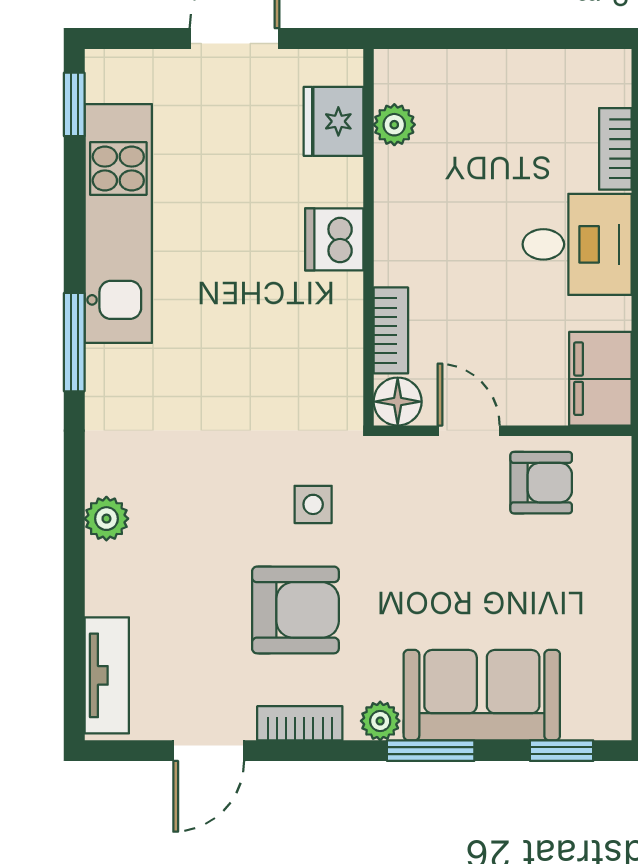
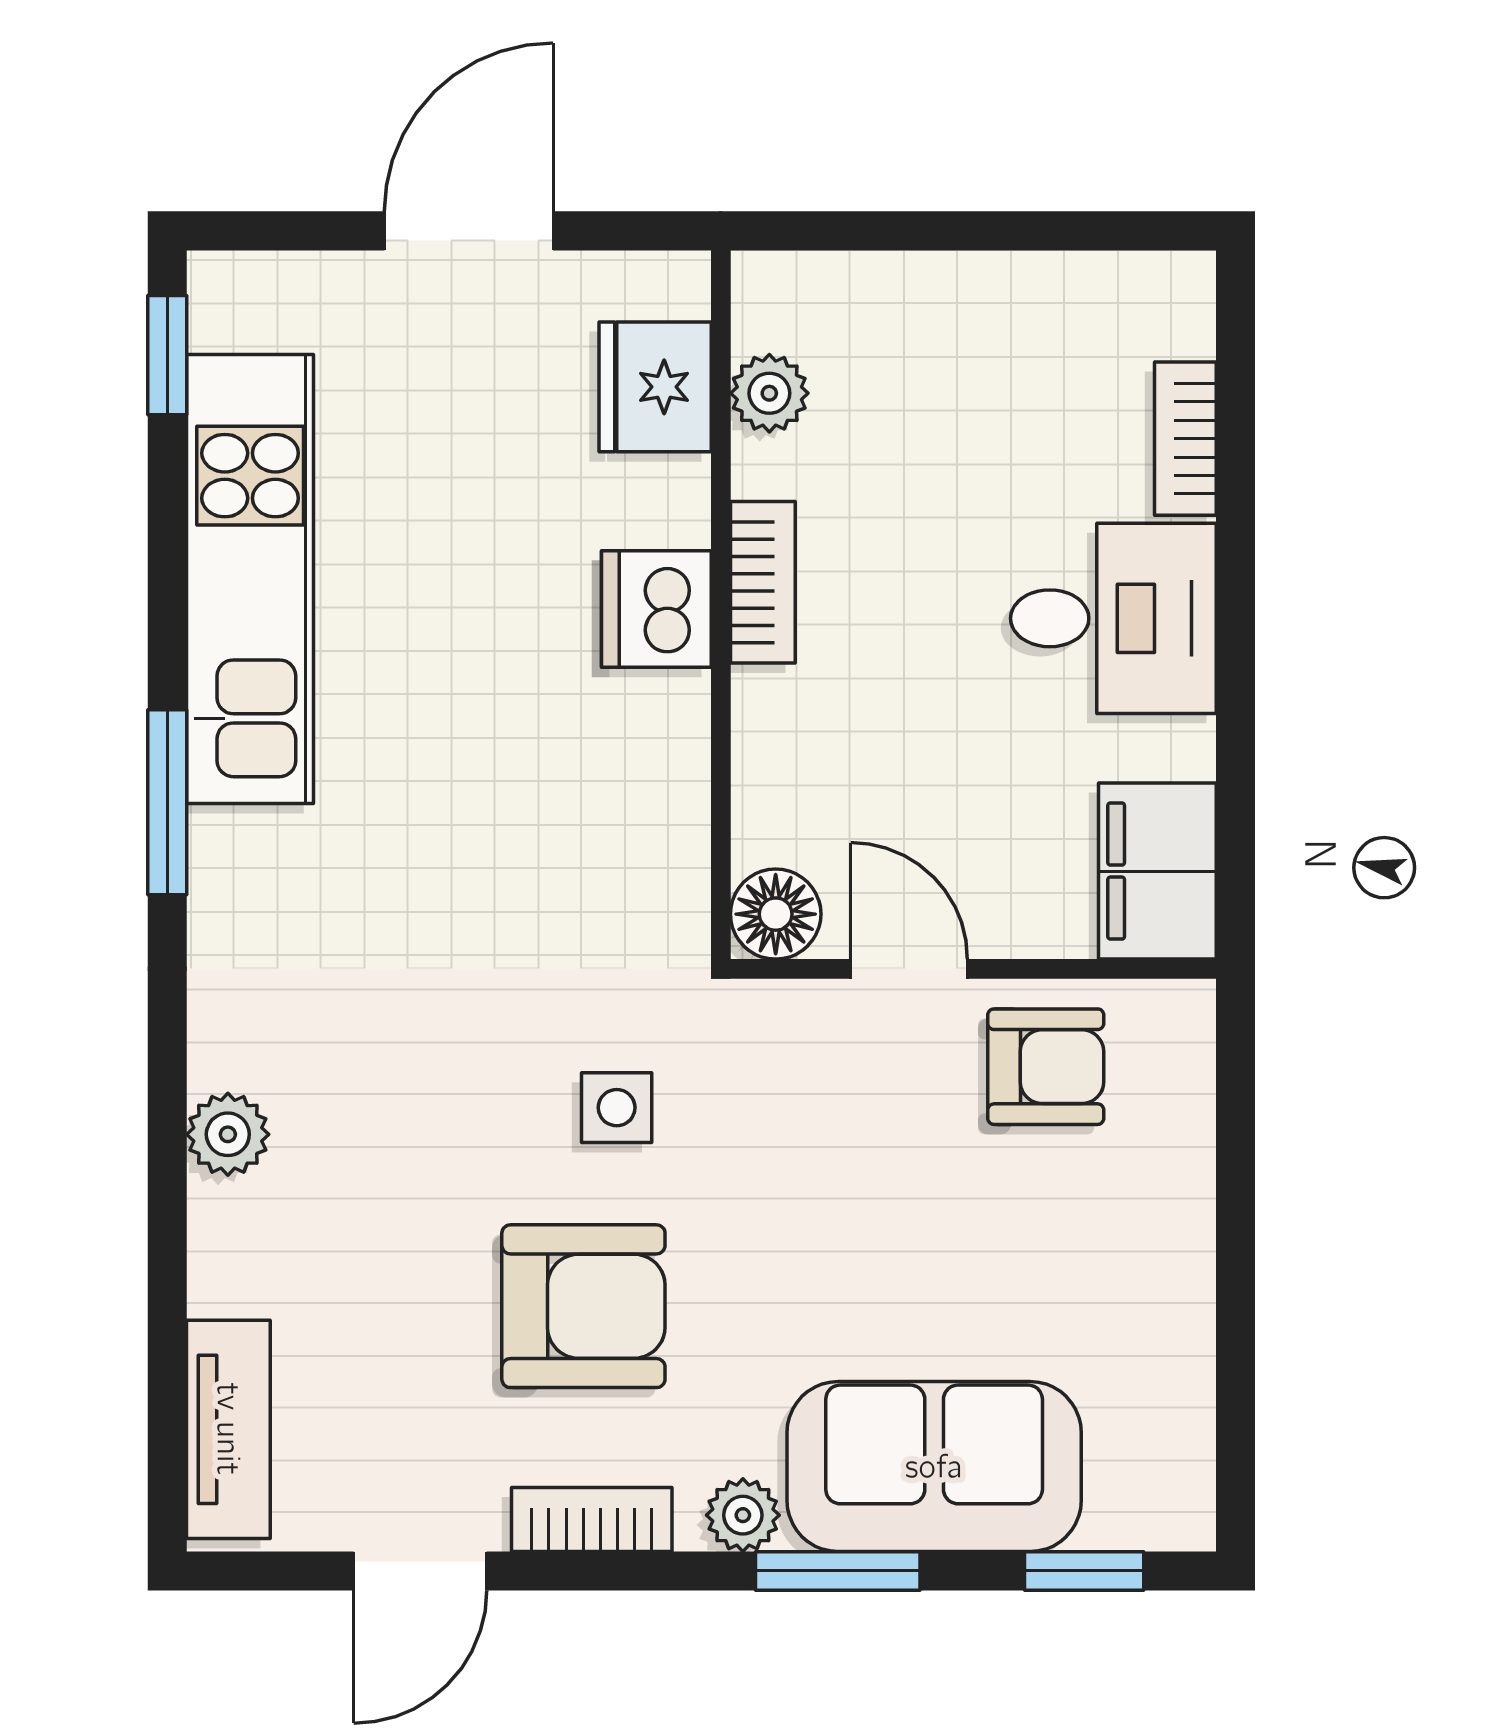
bookcase: (391, 330) -> (763, 582), moved

